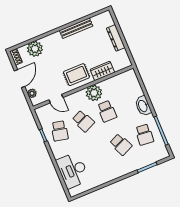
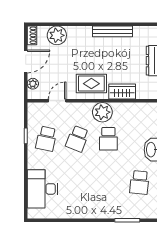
door: (56, 99) -> (57, 101), swing flipped
school desk: (83, 121) -> (77, 139), turned 45
school desk: (121, 144) -> (108, 182), removed

